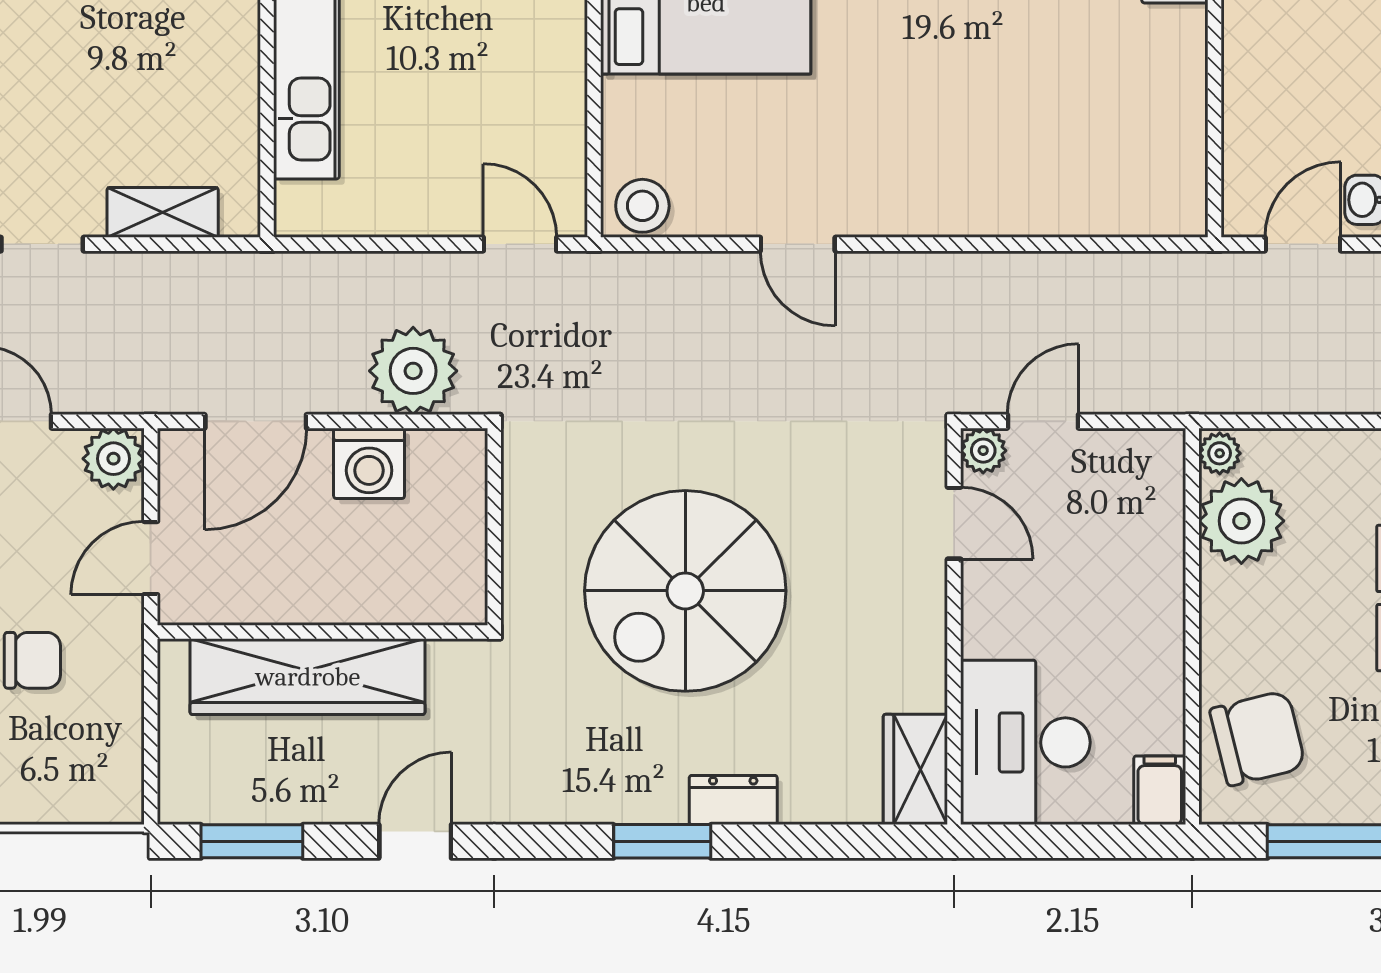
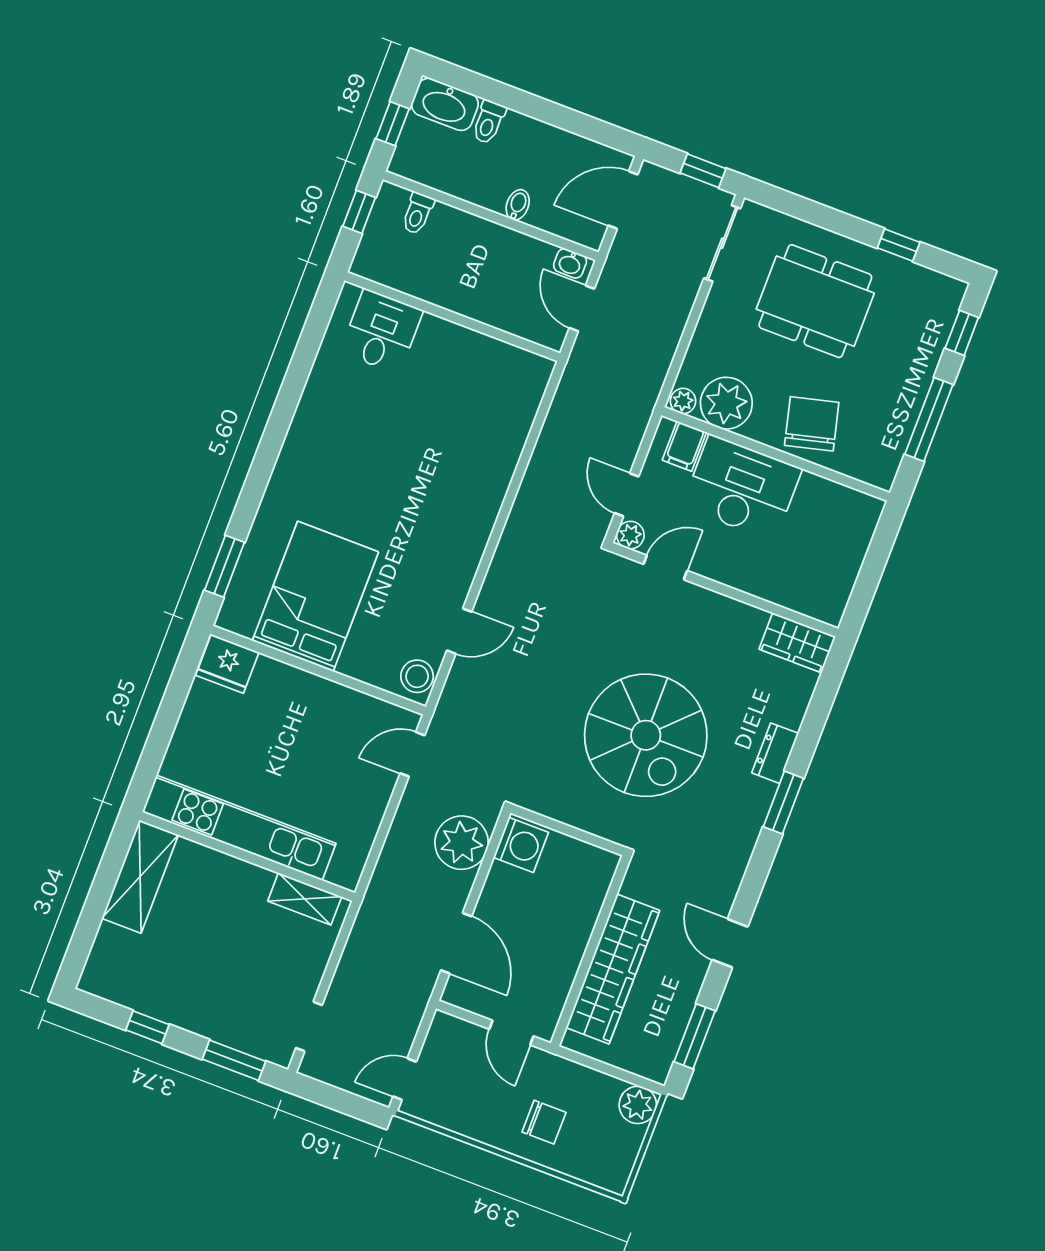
shelving: (163, 212) -> (305, 899), moved, turned 90
door: (798, 244) -> (459, 631), moved
plant: (113, 459) -> (638, 1105), moved
washing machine: (369, 463) -> (521, 845), moved
chair: (32, 660) -> (544, 1122), turned 90
chair: (1258, 738) -> (812, 424), moved
desk: (1025, 742) -> (742, 488), moved, turned 180
filing cabinet: (1160, 790) -> (684, 446), moved, turned -90

